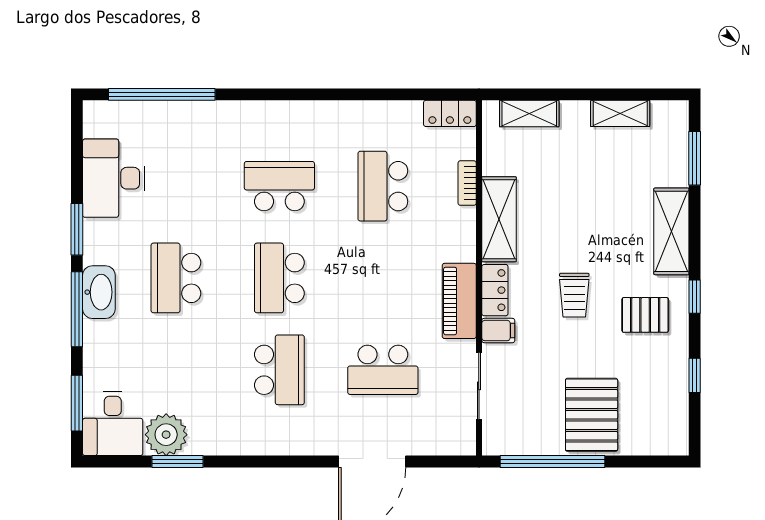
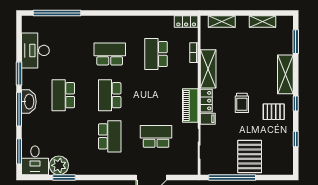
school desk: (383, 370) -> (156, 136), turned 180

